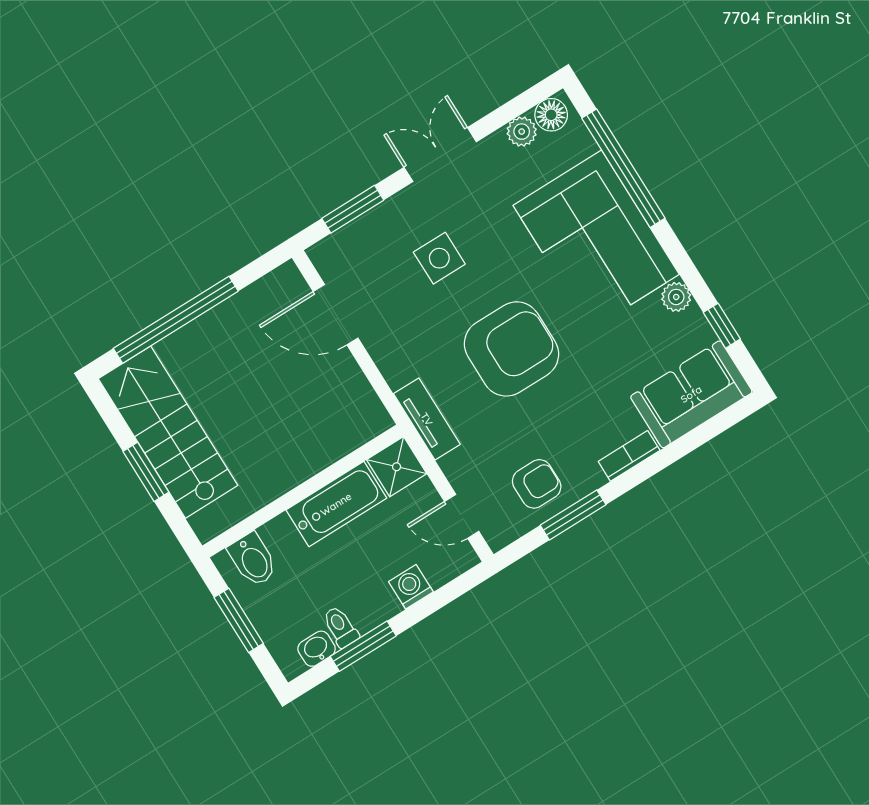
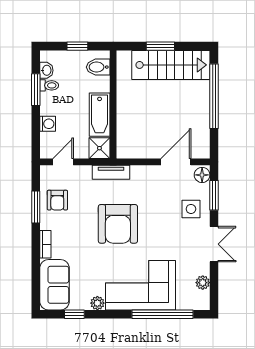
floor lamp: (551, 115) -> (202, 175), moved
side table: (439, 258) -> (191, 209), moved
window: (239, 620) -> (77, 46), width x0.67

